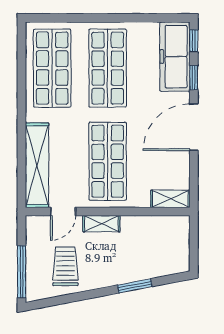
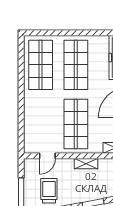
shelving: (37, 165) -> (31, 127), removed
shelving: (101, 224) -> (86, 164), moved

